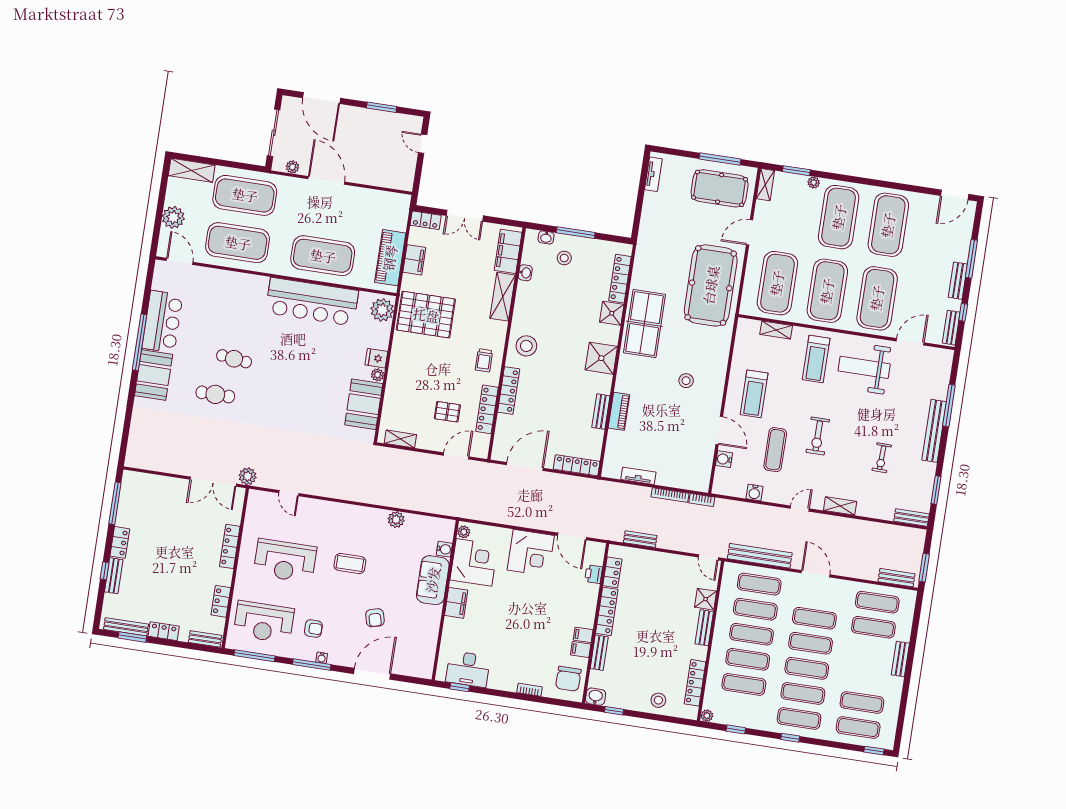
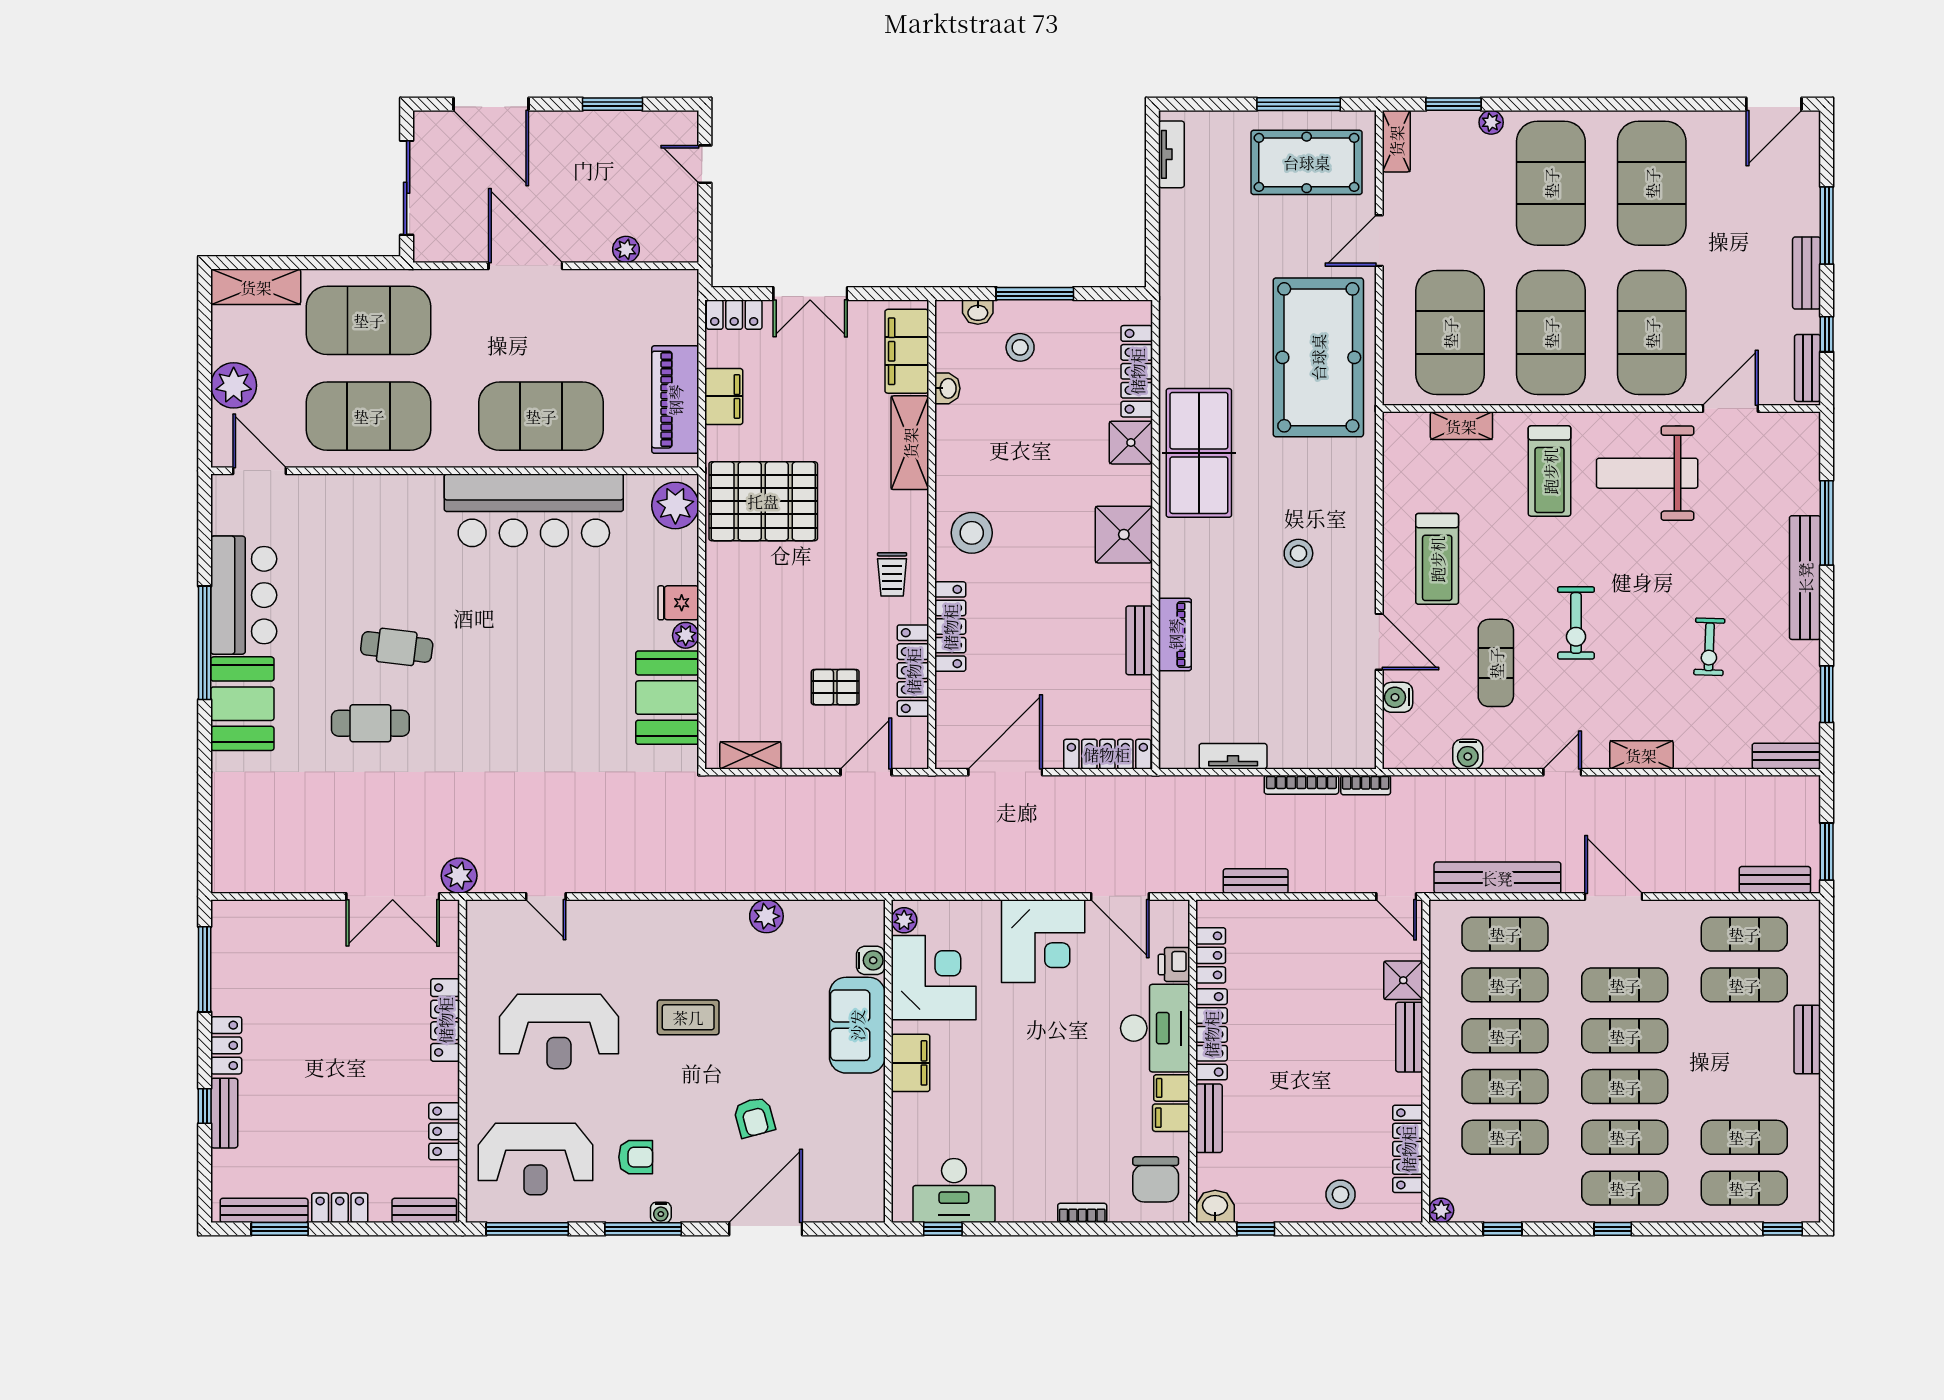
plant: (292, 167) -> (626, 249), moved
desk: (579, 604) -> (1155, 1028), added

